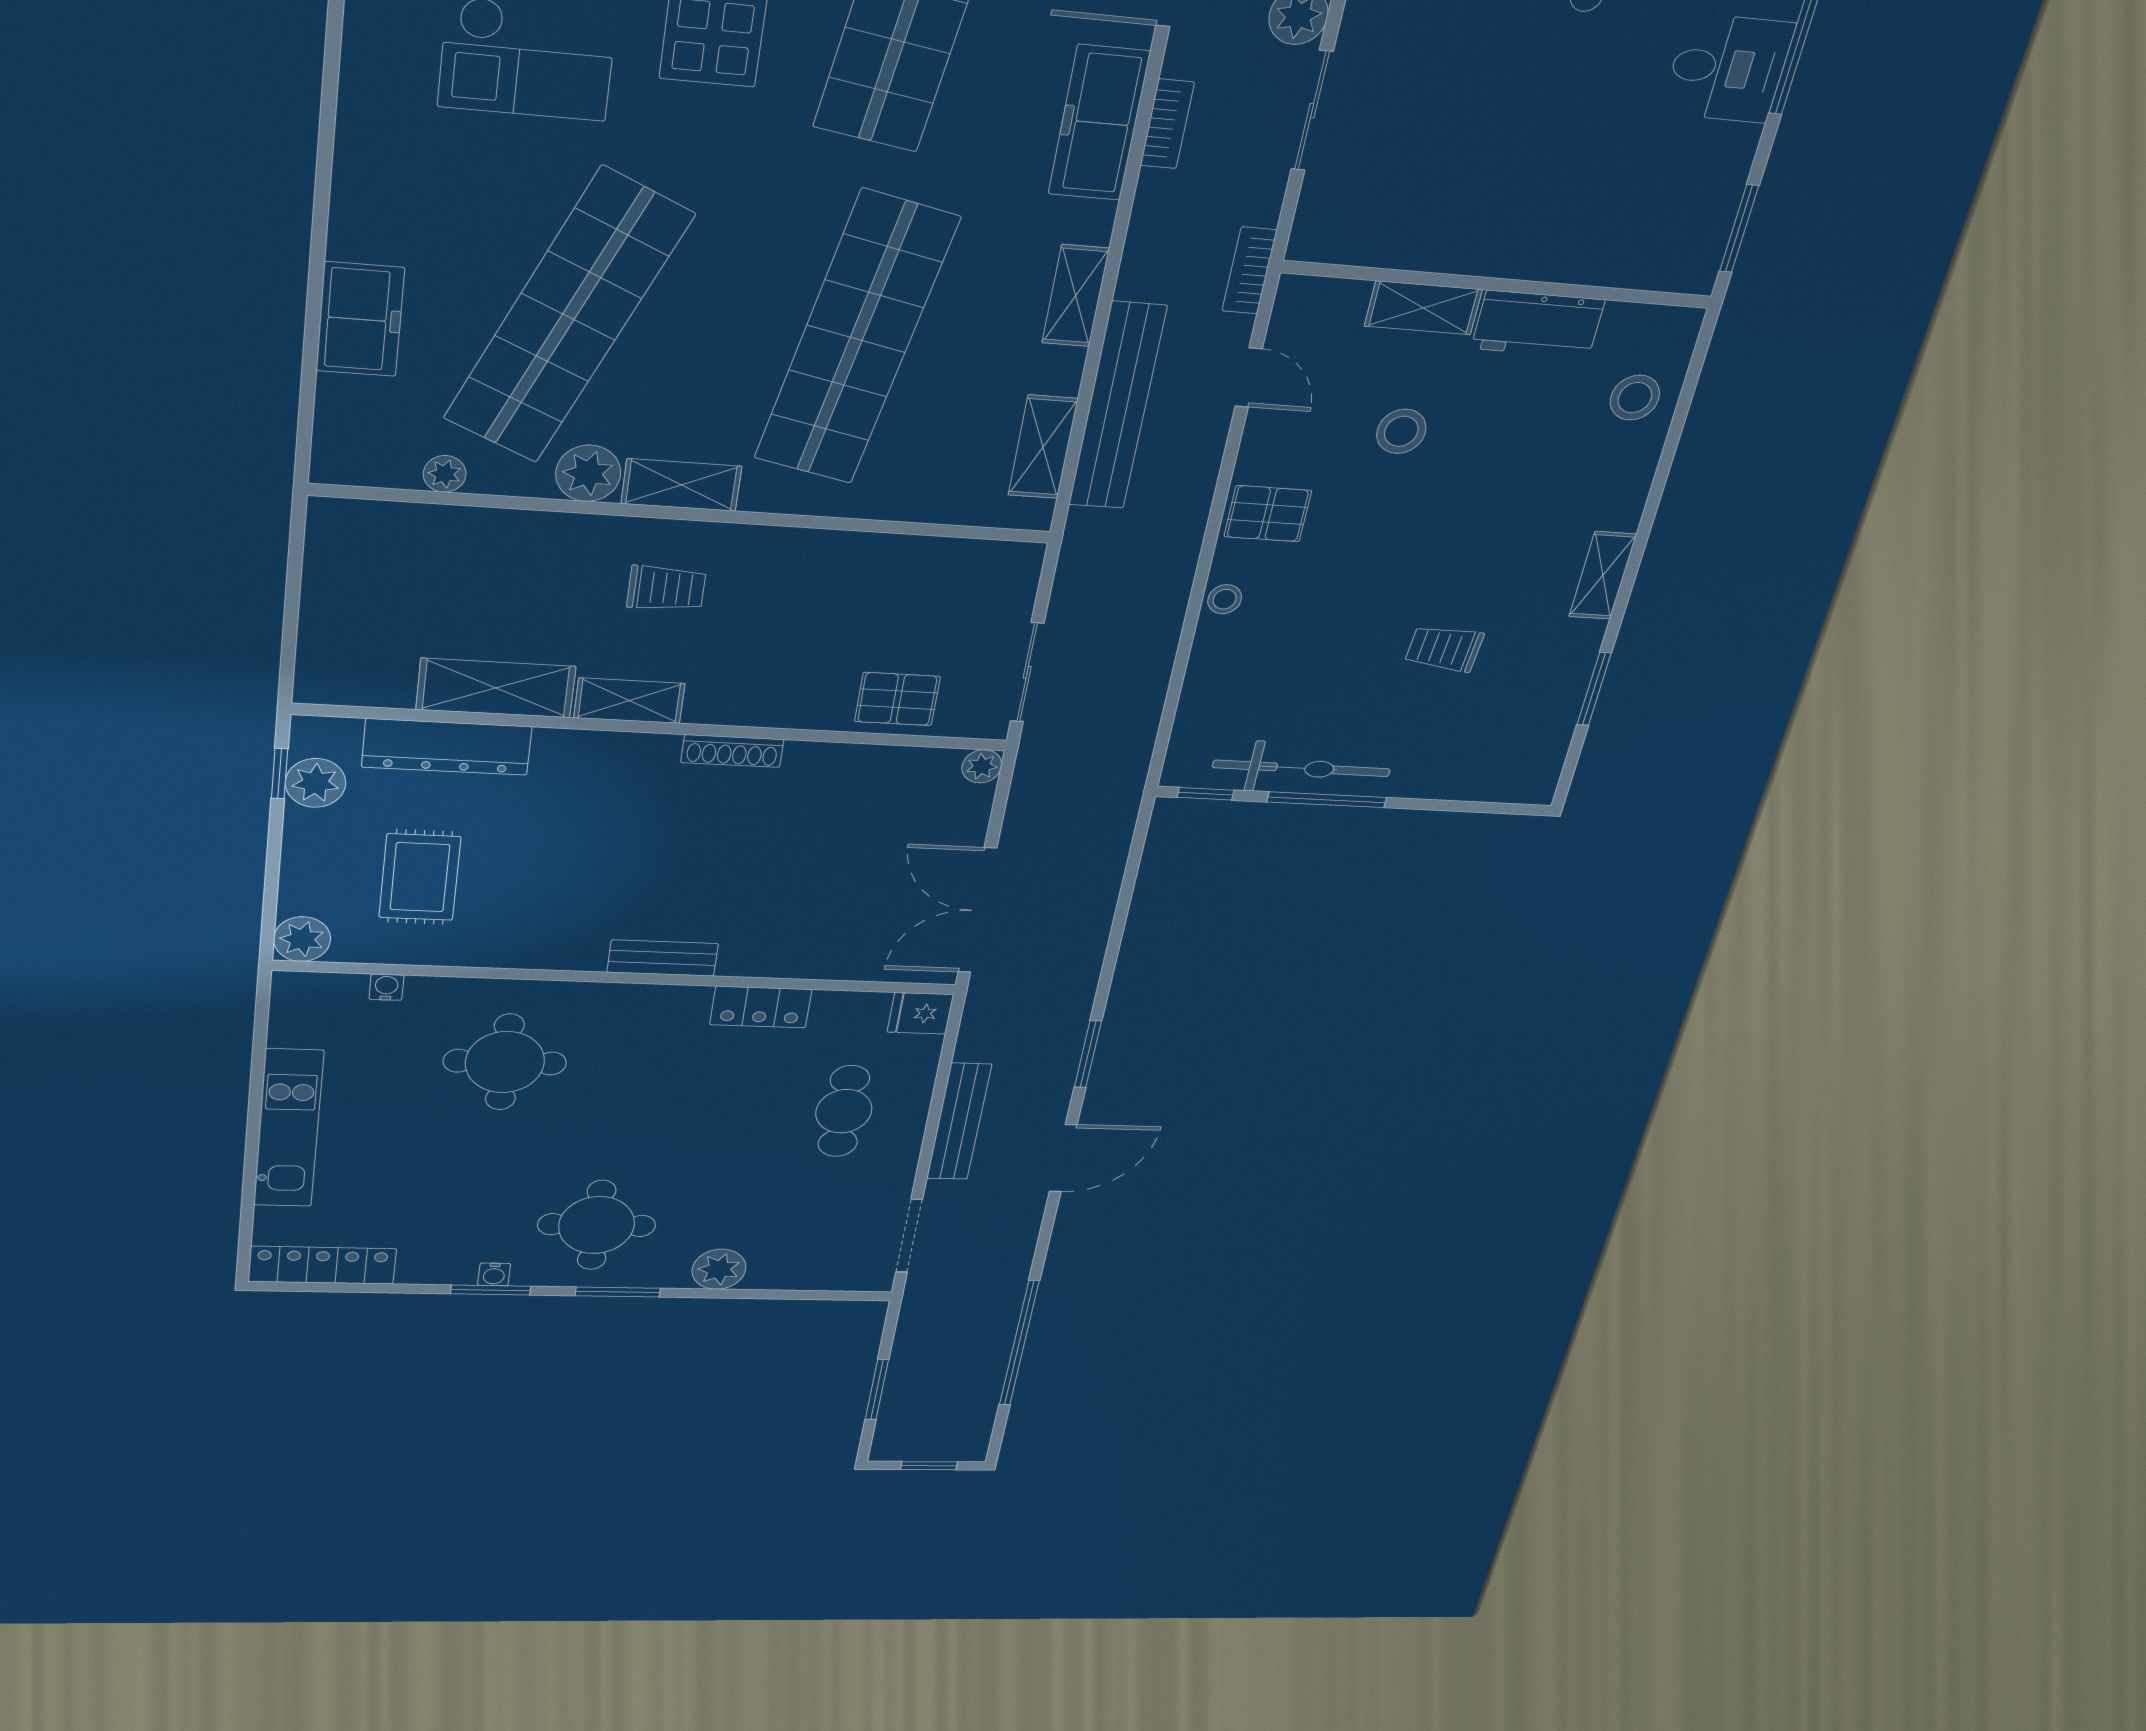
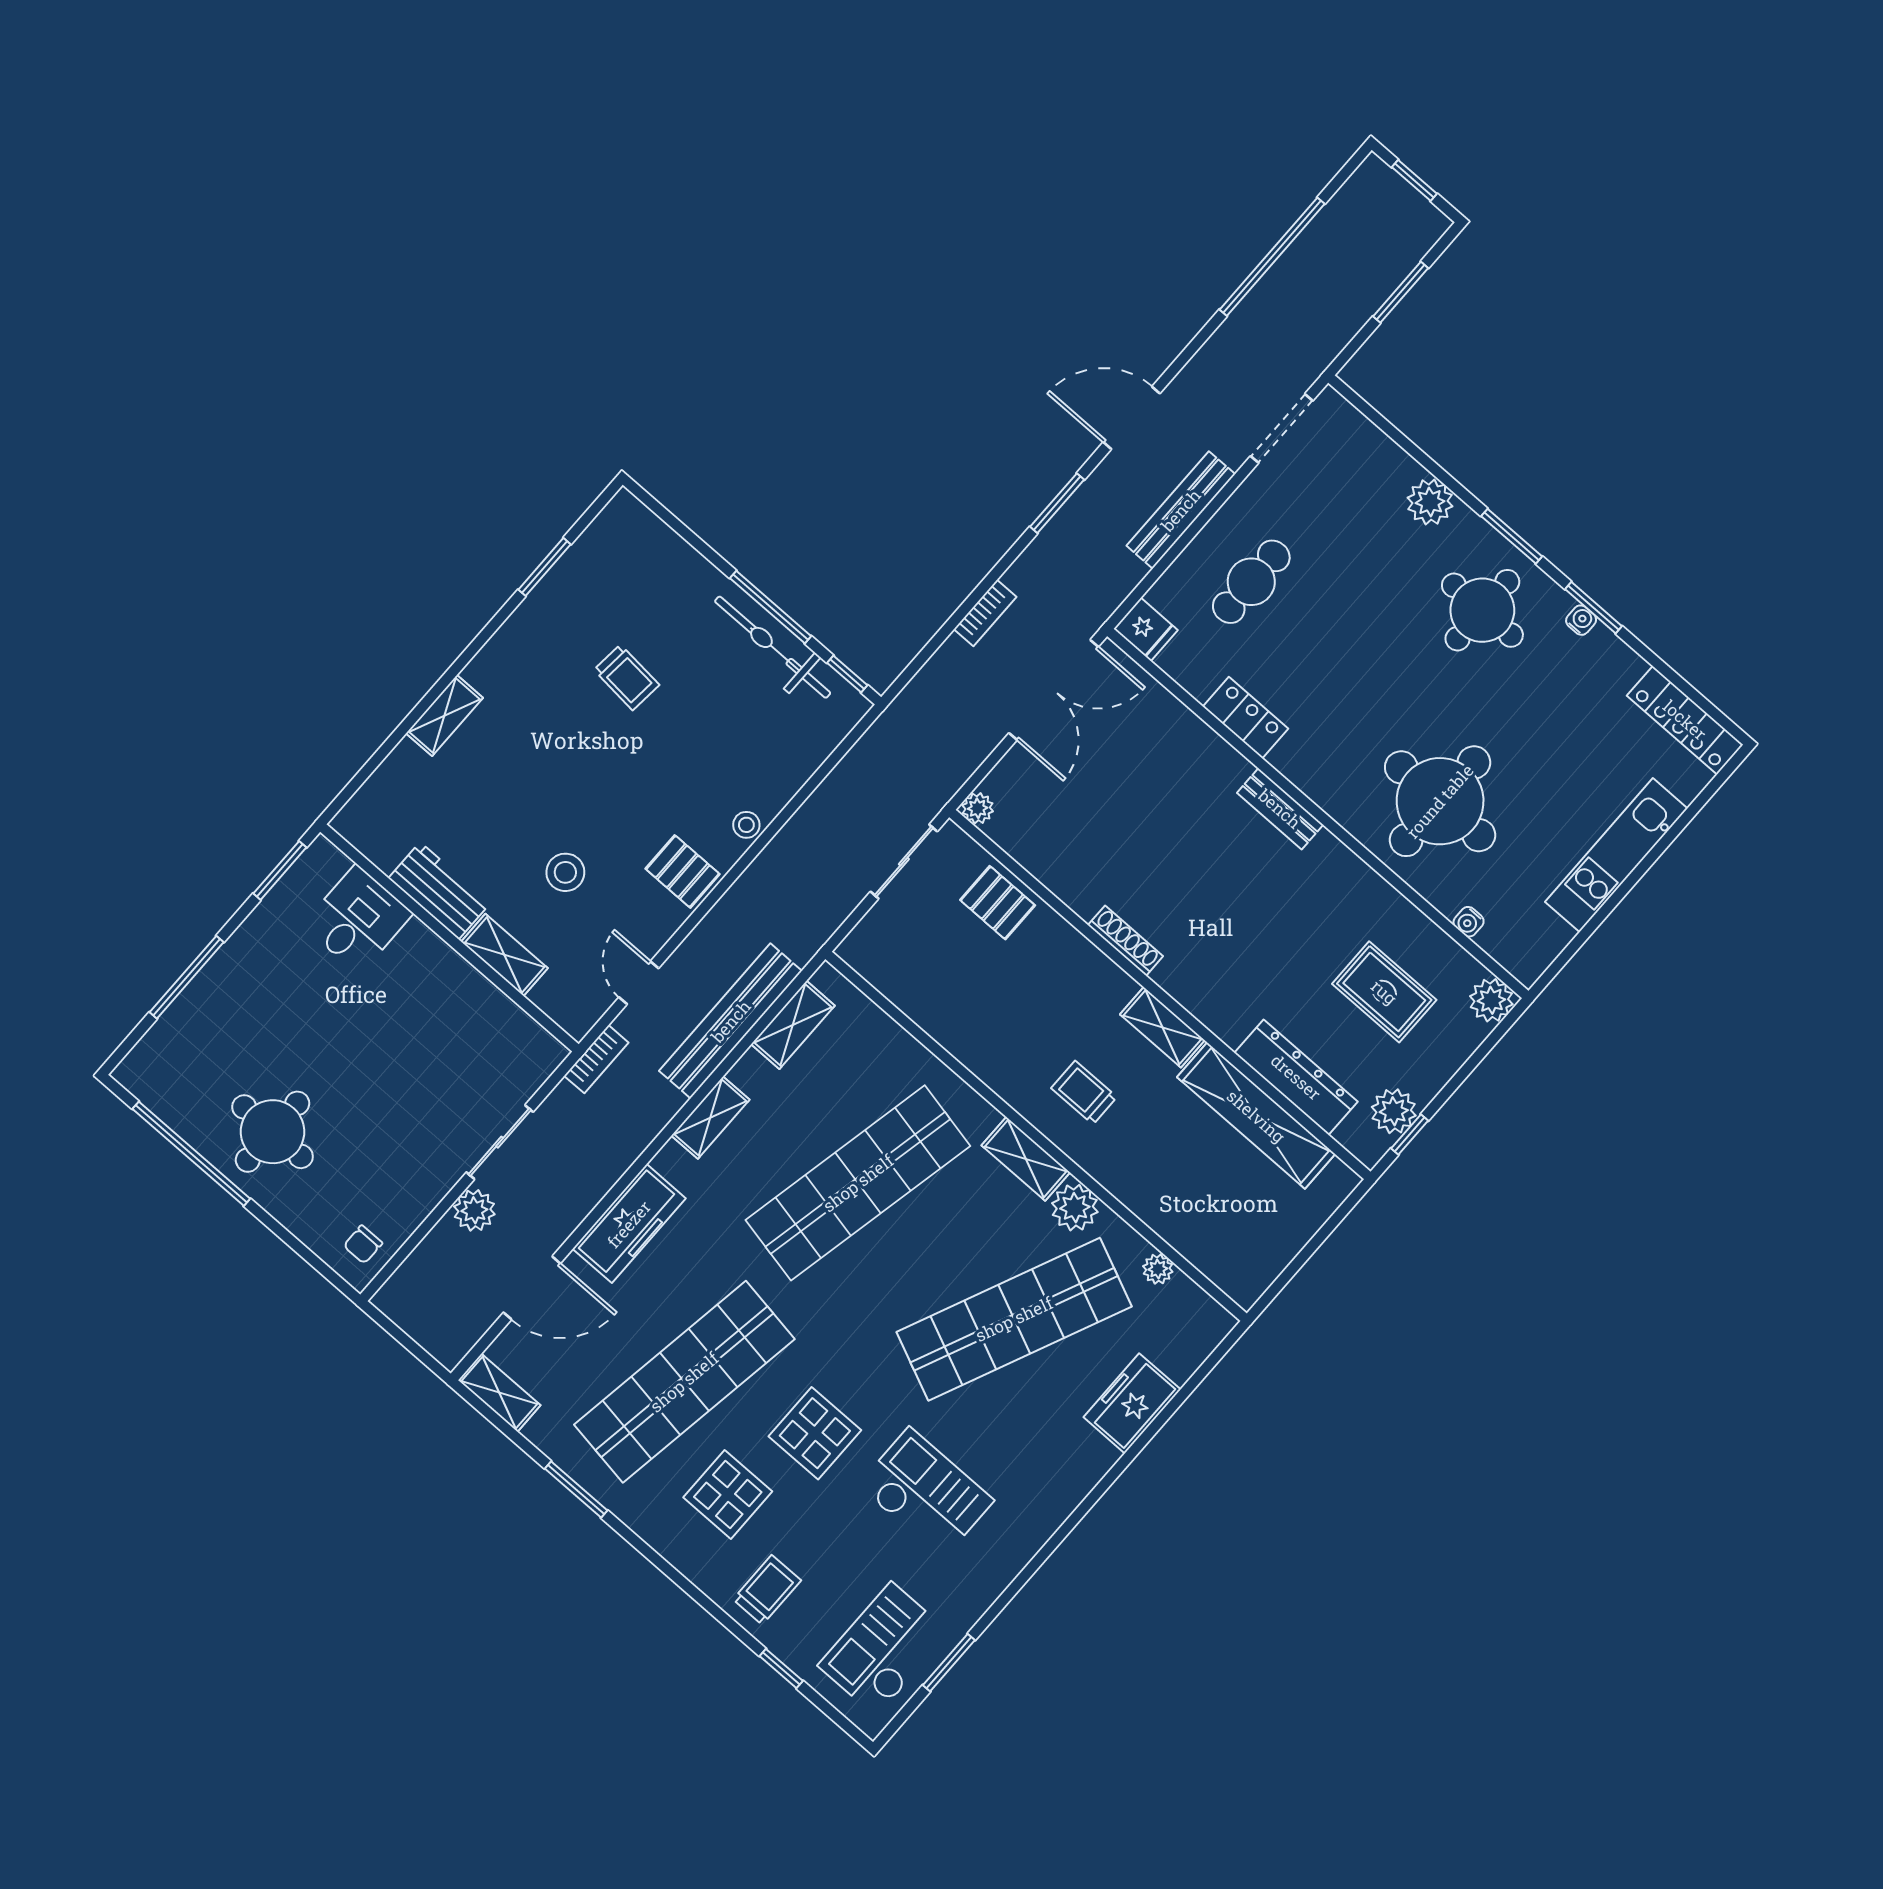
desk: (1728, 68) -> (358, 919), moved, turned 90
bookcase: (1167, 124) -> (985, 613), moved, turned 180
stool: (1635, 398) -> (405, 789), removed
shelving: (1603, 575) -> (444, 716), moved
shelving: (496, 688) -> (1256, 1116), width x1.47
rug: (420, 877) -> (1384, 992), turned 90
round table: (505, 1062) -> (1440, 801), width x1.36, depth x1.36

